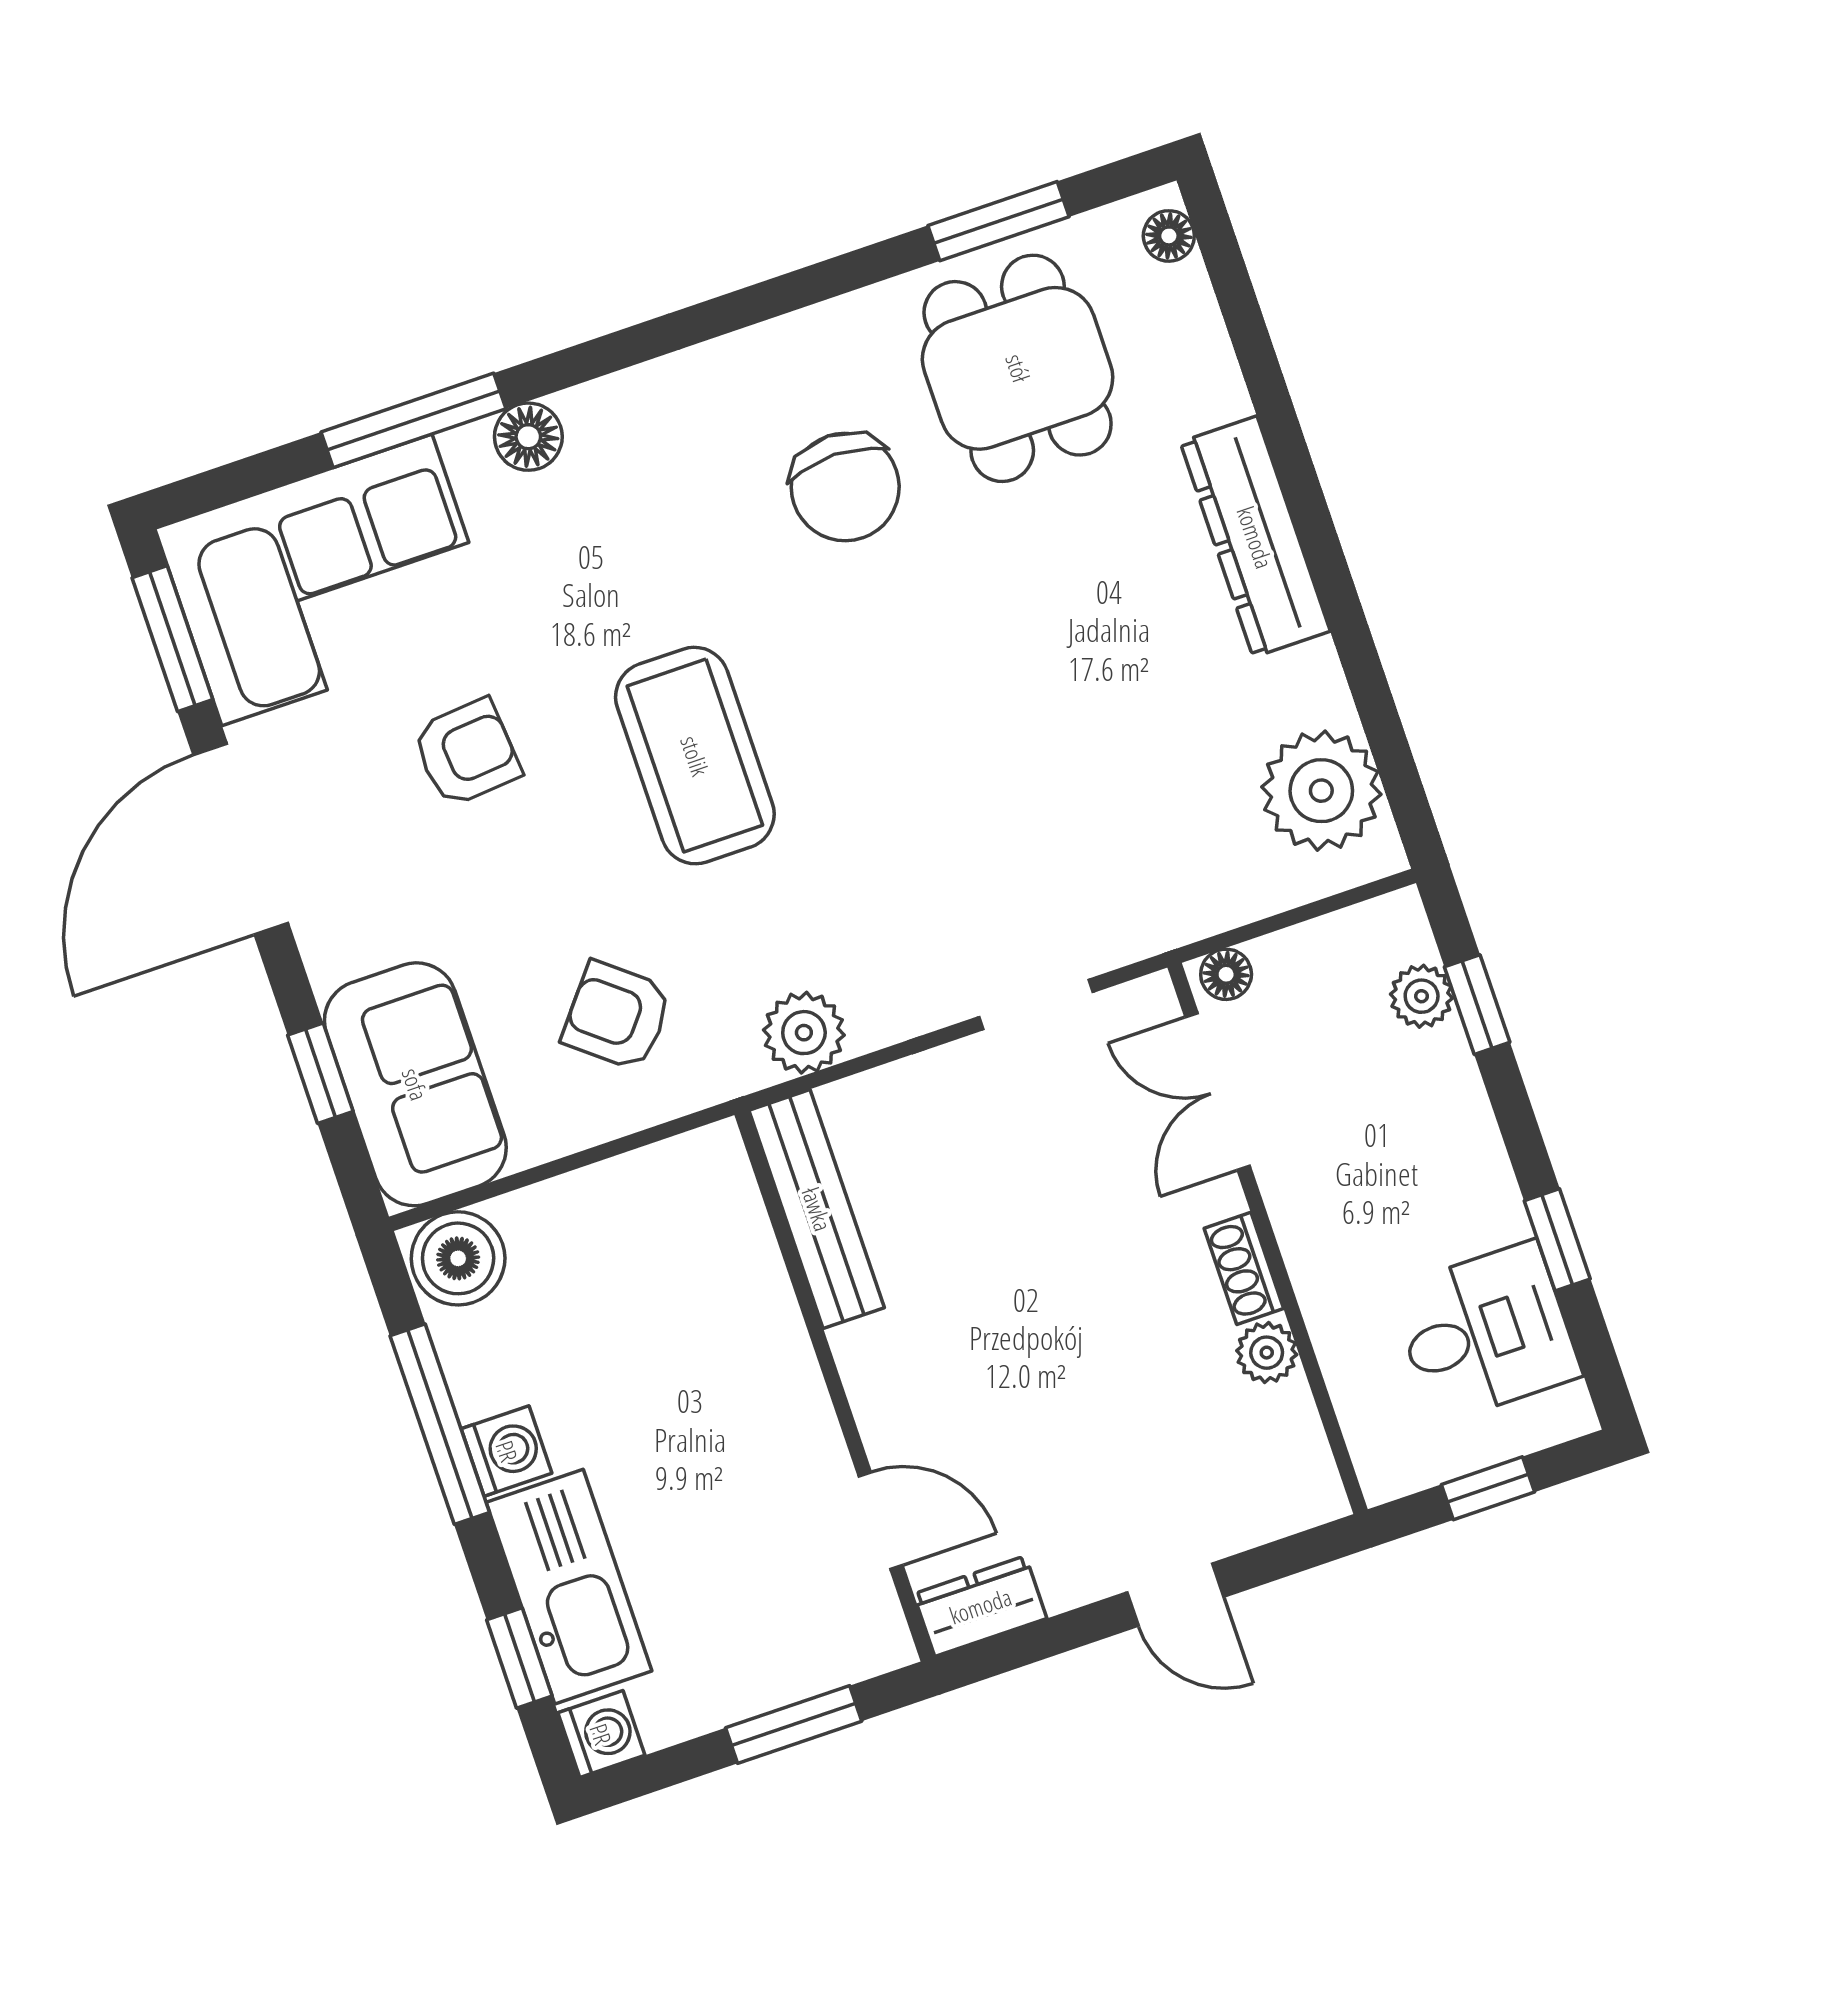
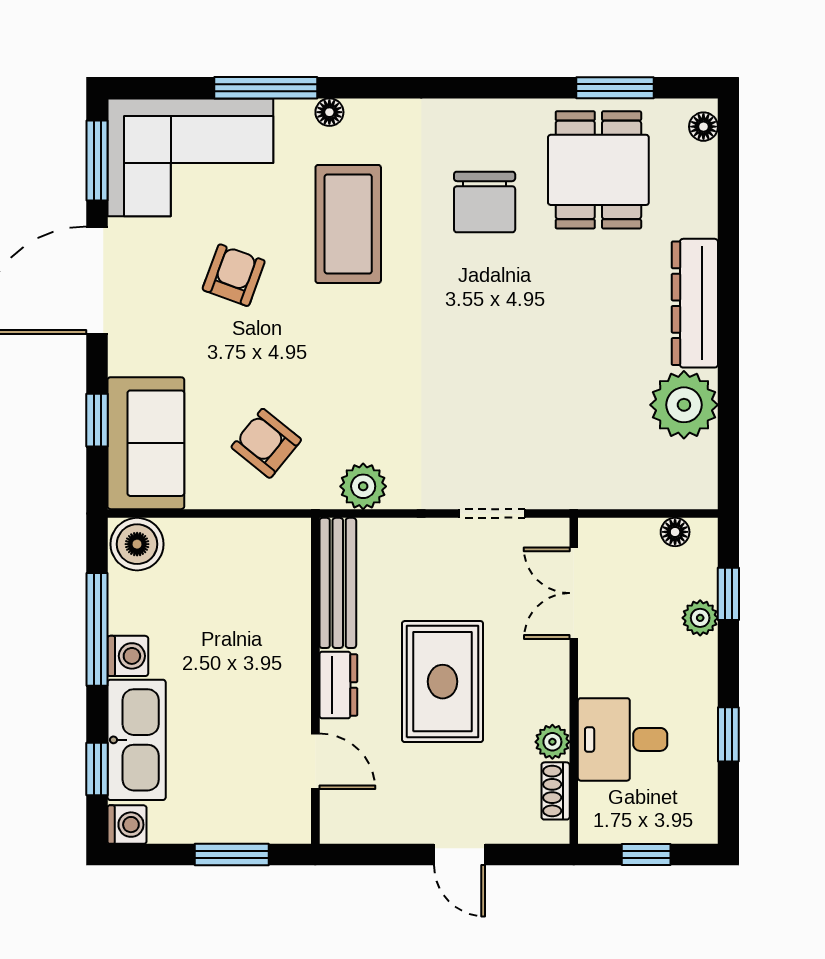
floor lamp: (528, 437) -> (329, 112), width x0.73, depth x0.73
armchair: (467, 753) -> (234, 275), turned -65
coffee table: (695, 756) -> (348, 224), moved
plant: (1321, 791) -> (684, 405), moved
floor lamp: (1226, 974) -> (675, 532), moved
plant: (1422, 996) -> (700, 618), moved
shoe rack: (1244, 1268) -> (556, 791), moved
rug: (1048, 1314) -> (443, 682), added
desk: (1486, 1332) -> (623, 739), moved, turned 180
dresser: (980, 1606) -> (338, 685), moved, turned 90

